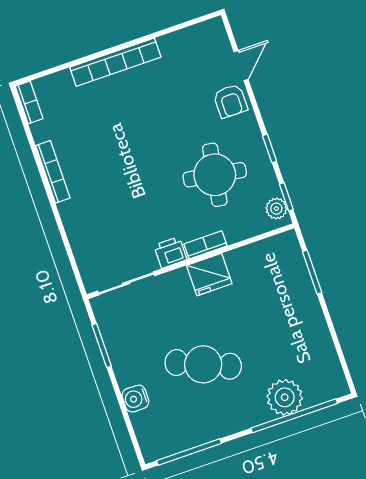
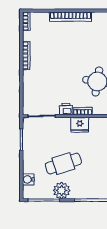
cafe table: (203, 364) -> (63, 164), turned -41
plant: (285, 397) -> (62, 190), moved
water cooler: (135, 399) -> (28, 179), moved

